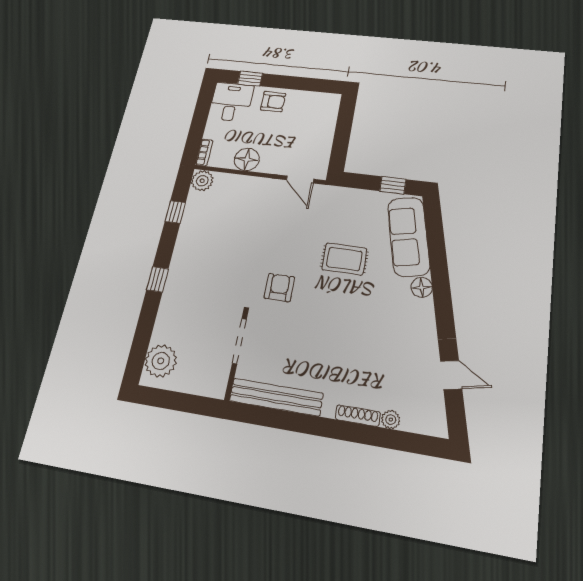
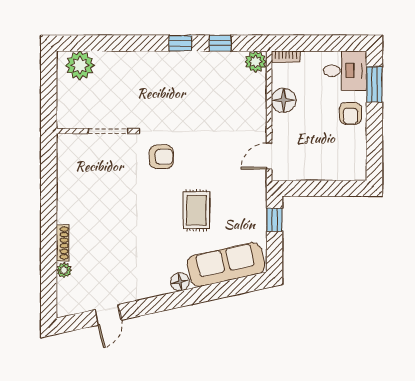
window: (250, 79) -> (374, 84), width x1.50
window: (393, 185) -> (275, 220), moved
window: (157, 279) -> (180, 43), moved
bench: (276, 397) -> (66, 173), removed

